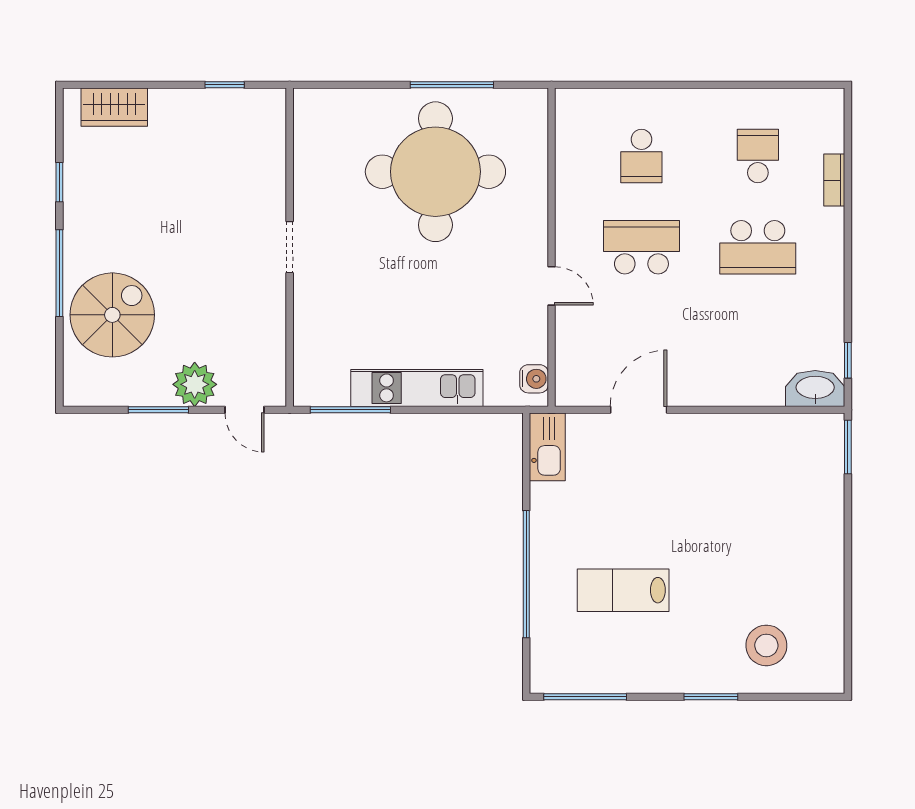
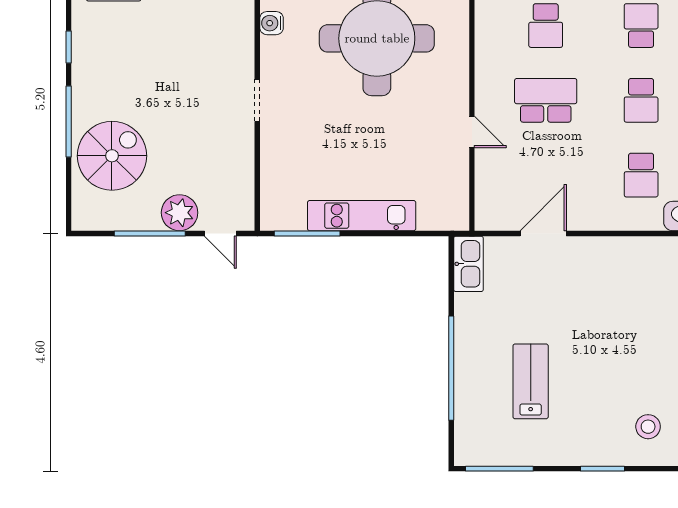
school desk: (758, 247) -> (641, 100), width x0.54
school desk: (758, 338) -> (641, 175), added
water cooler: (534, 379) -> (272, 23), moved, turned 180
window: (158, 410) -> (150, 233), width x1.44
lab bench: (623, 590) -> (531, 381), turned 90
stool: (766, 645) -> (648, 427), width x0.73, depth x0.73

